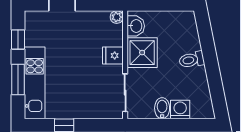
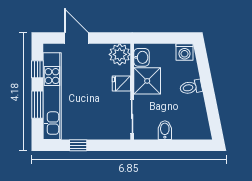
plant: (117, 17) -> (120, 54), width x1.87, depth x1.87
kitchen unit: (35, 83) -> (52, 96), width x1.36
washing machine: (180, 109) -> (185, 52), moved, turned 180

